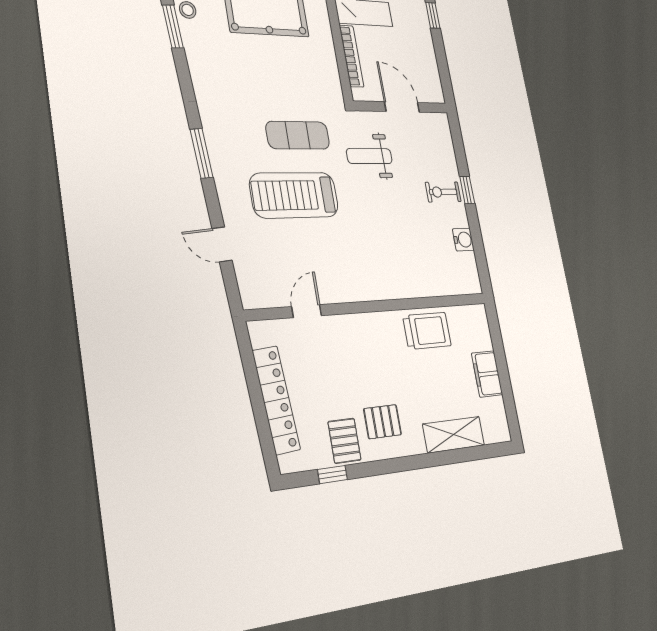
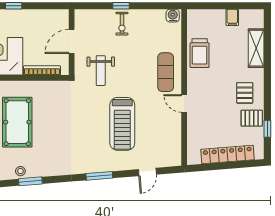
exercise mat: (298, 135) -> (166, 72), moved
water cooler: (463, 240) -> (173, 16), moved
door: (307, 311) -> (184, 104), moved
trolley: (427, 331) -> (200, 53), turned 180
filing cabinet: (487, 374) -> (232, 17), width x0.50

